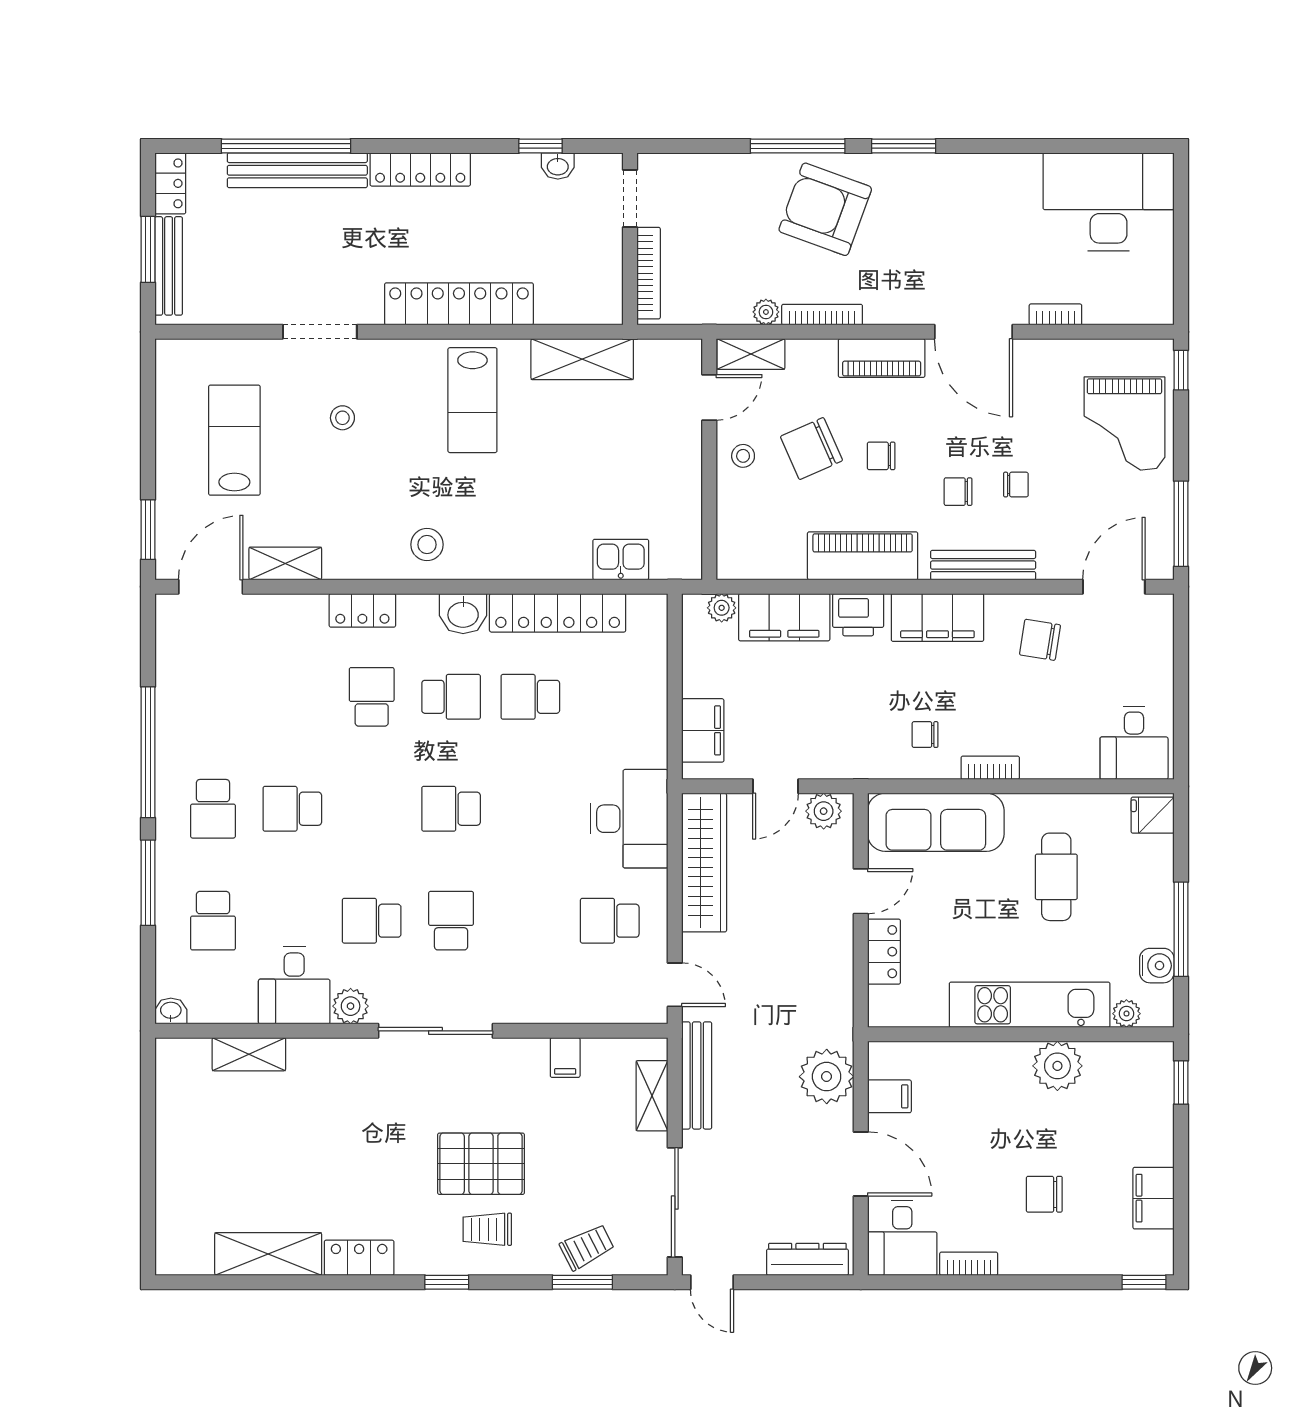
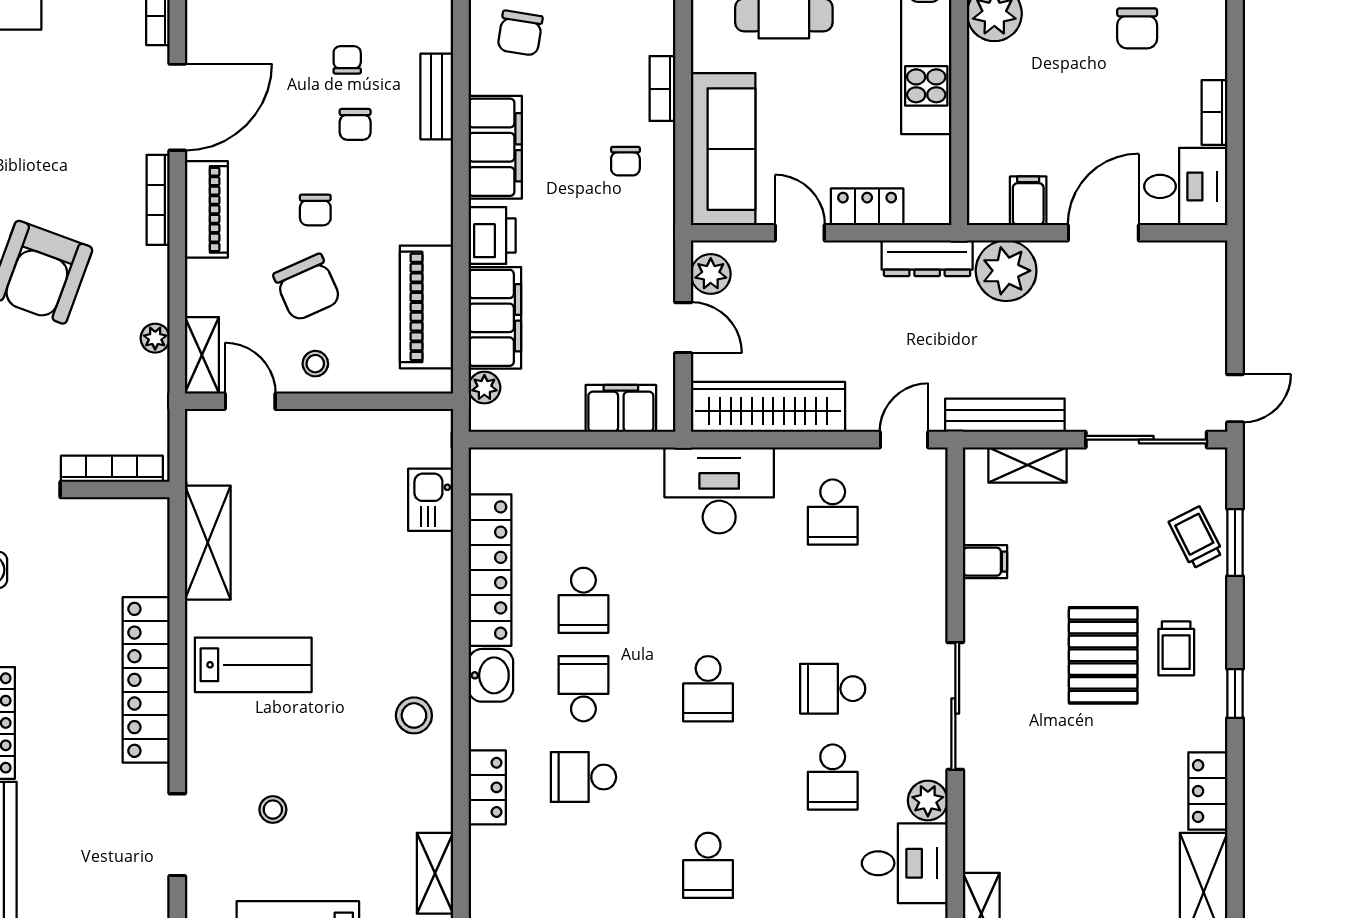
bookcase: (822, 315) -> (158, 200), moved
piano: (863, 556) -> (427, 307), moved
bench: (983, 565) -> (437, 96), width x0.73
dresser: (807, 1259) -> (927, 258), moved, turned -90

